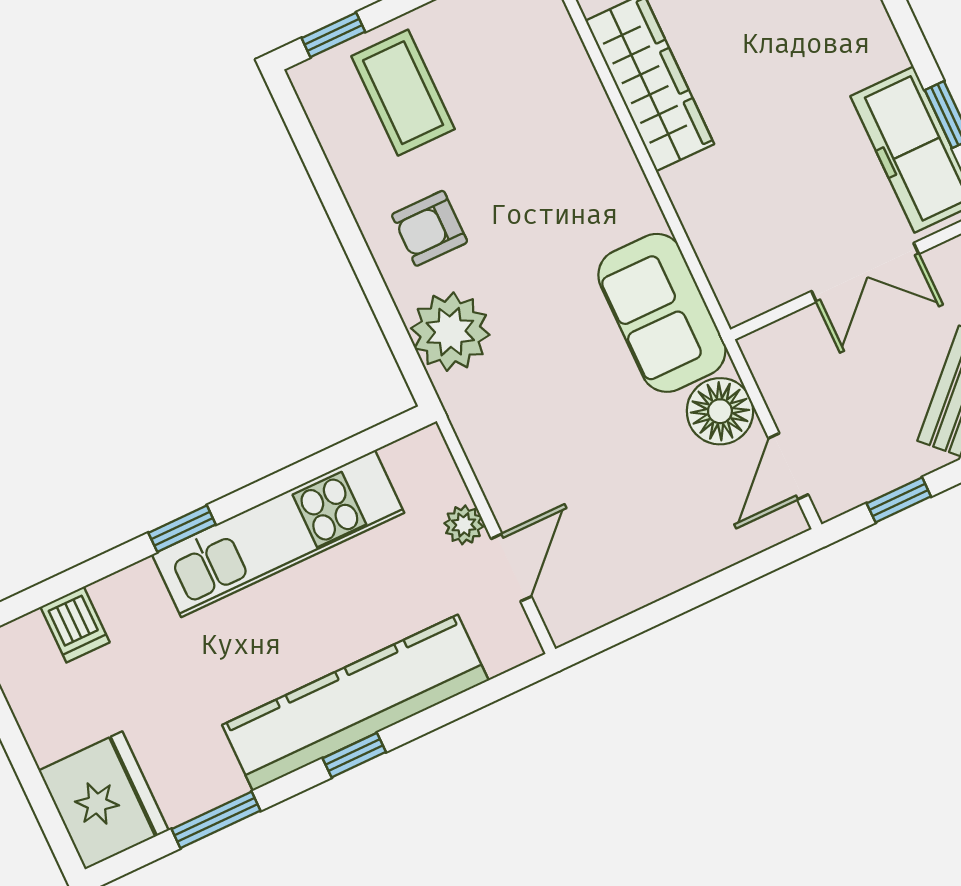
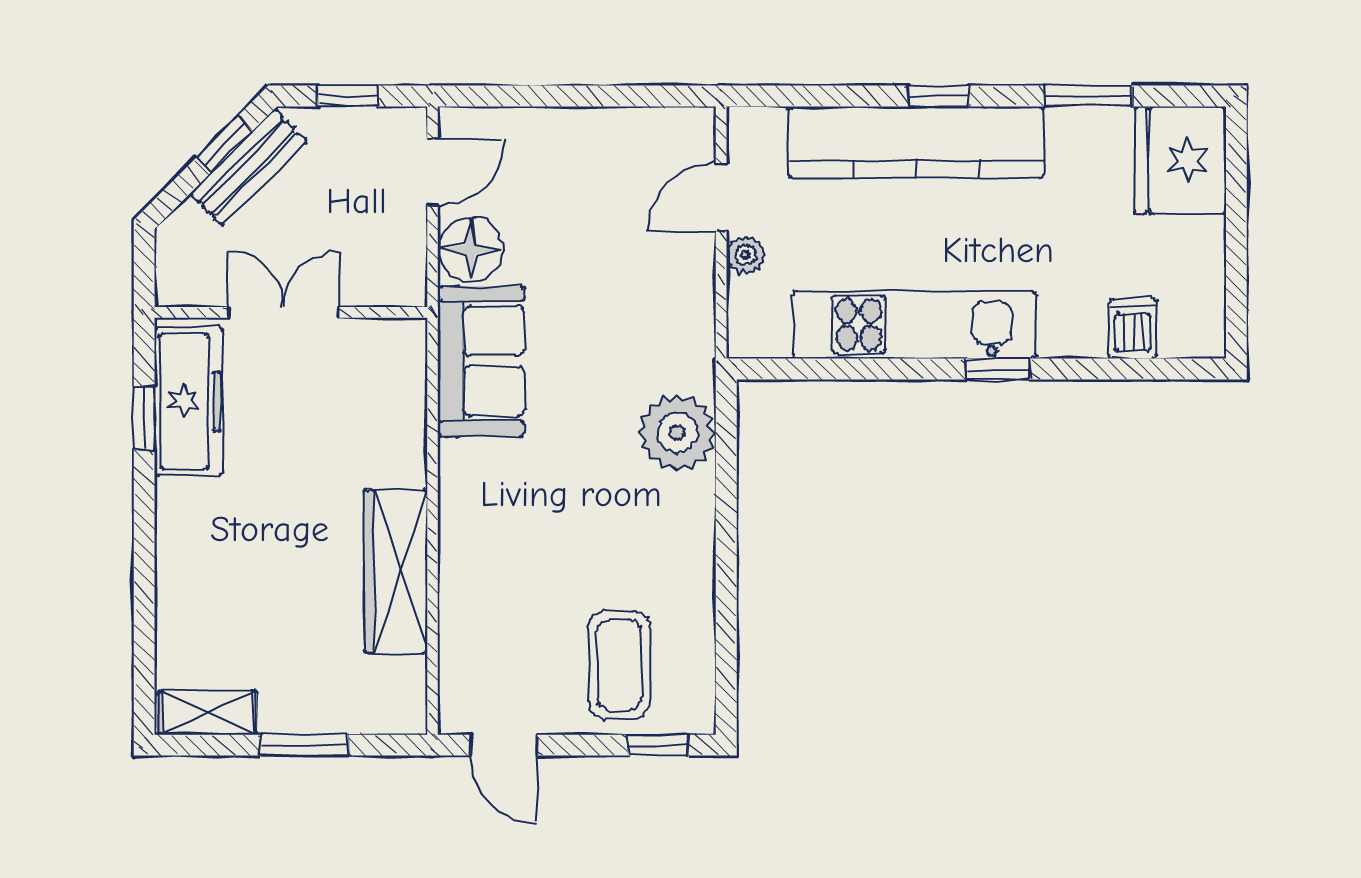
armchair: (430, 228) -> (652, 533), removed

